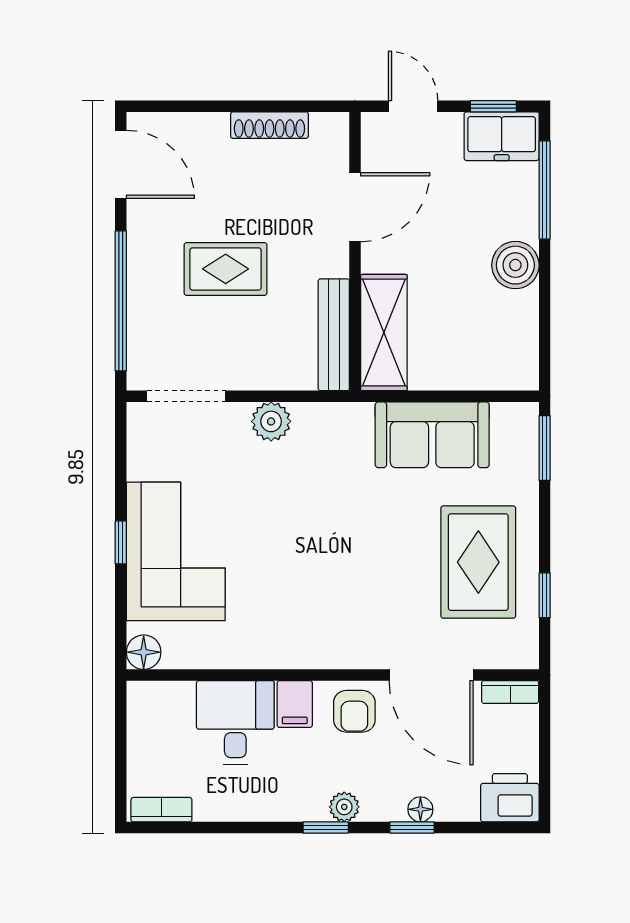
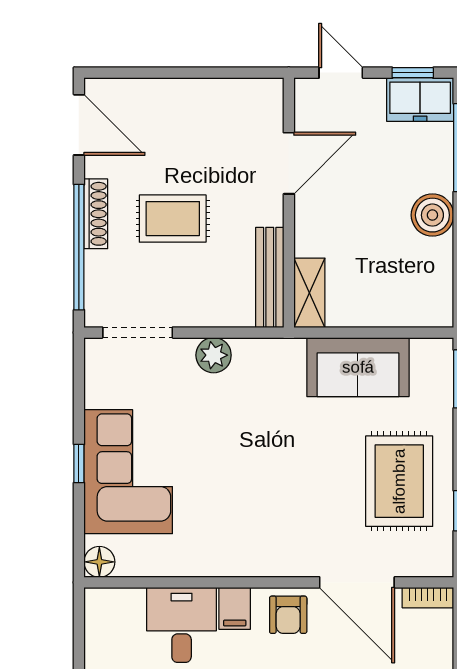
shoe rack: (269, 125) -> (96, 214), moved, turned -90
shelving: (384, 333) -> (309, 293), width x0.67, depth x0.75

